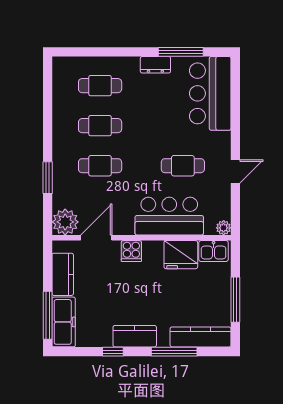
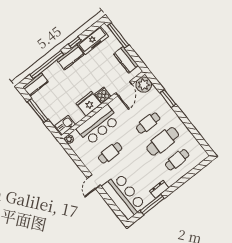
cafe table: (100, 126) -> (163, 141), width x1.37, depth x1.35
door: (235, 171) -> (94, 182), moved
fridge: (181, 255) -> (89, 104), moved
freezer: (64, 322) -> (93, 40), moved, turned -90
kitchen counter: (201, 337) -> (35, 85), width x0.67
window: (174, 352) -> (47, 65), width x1.46

